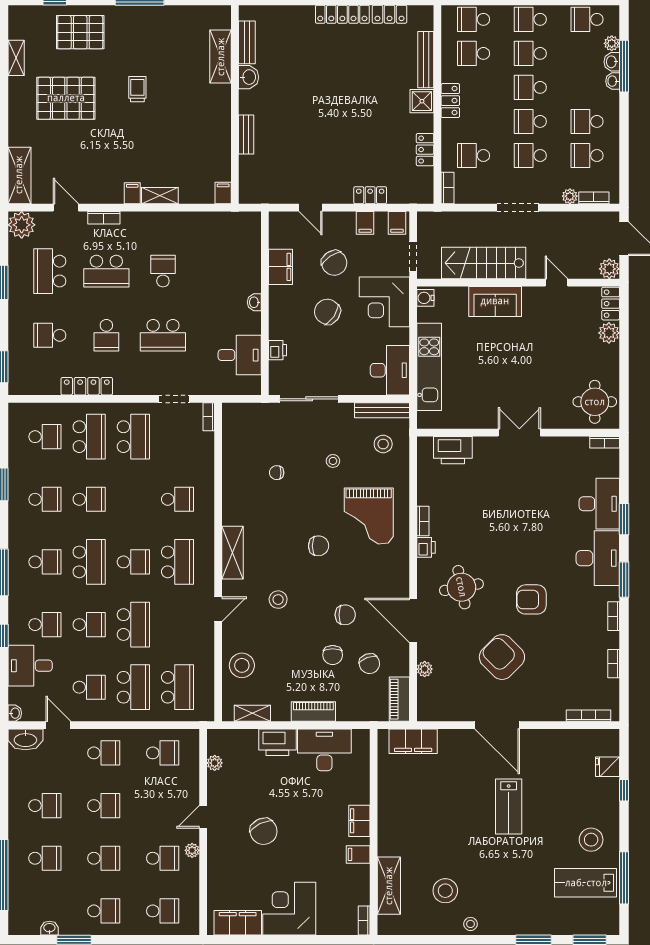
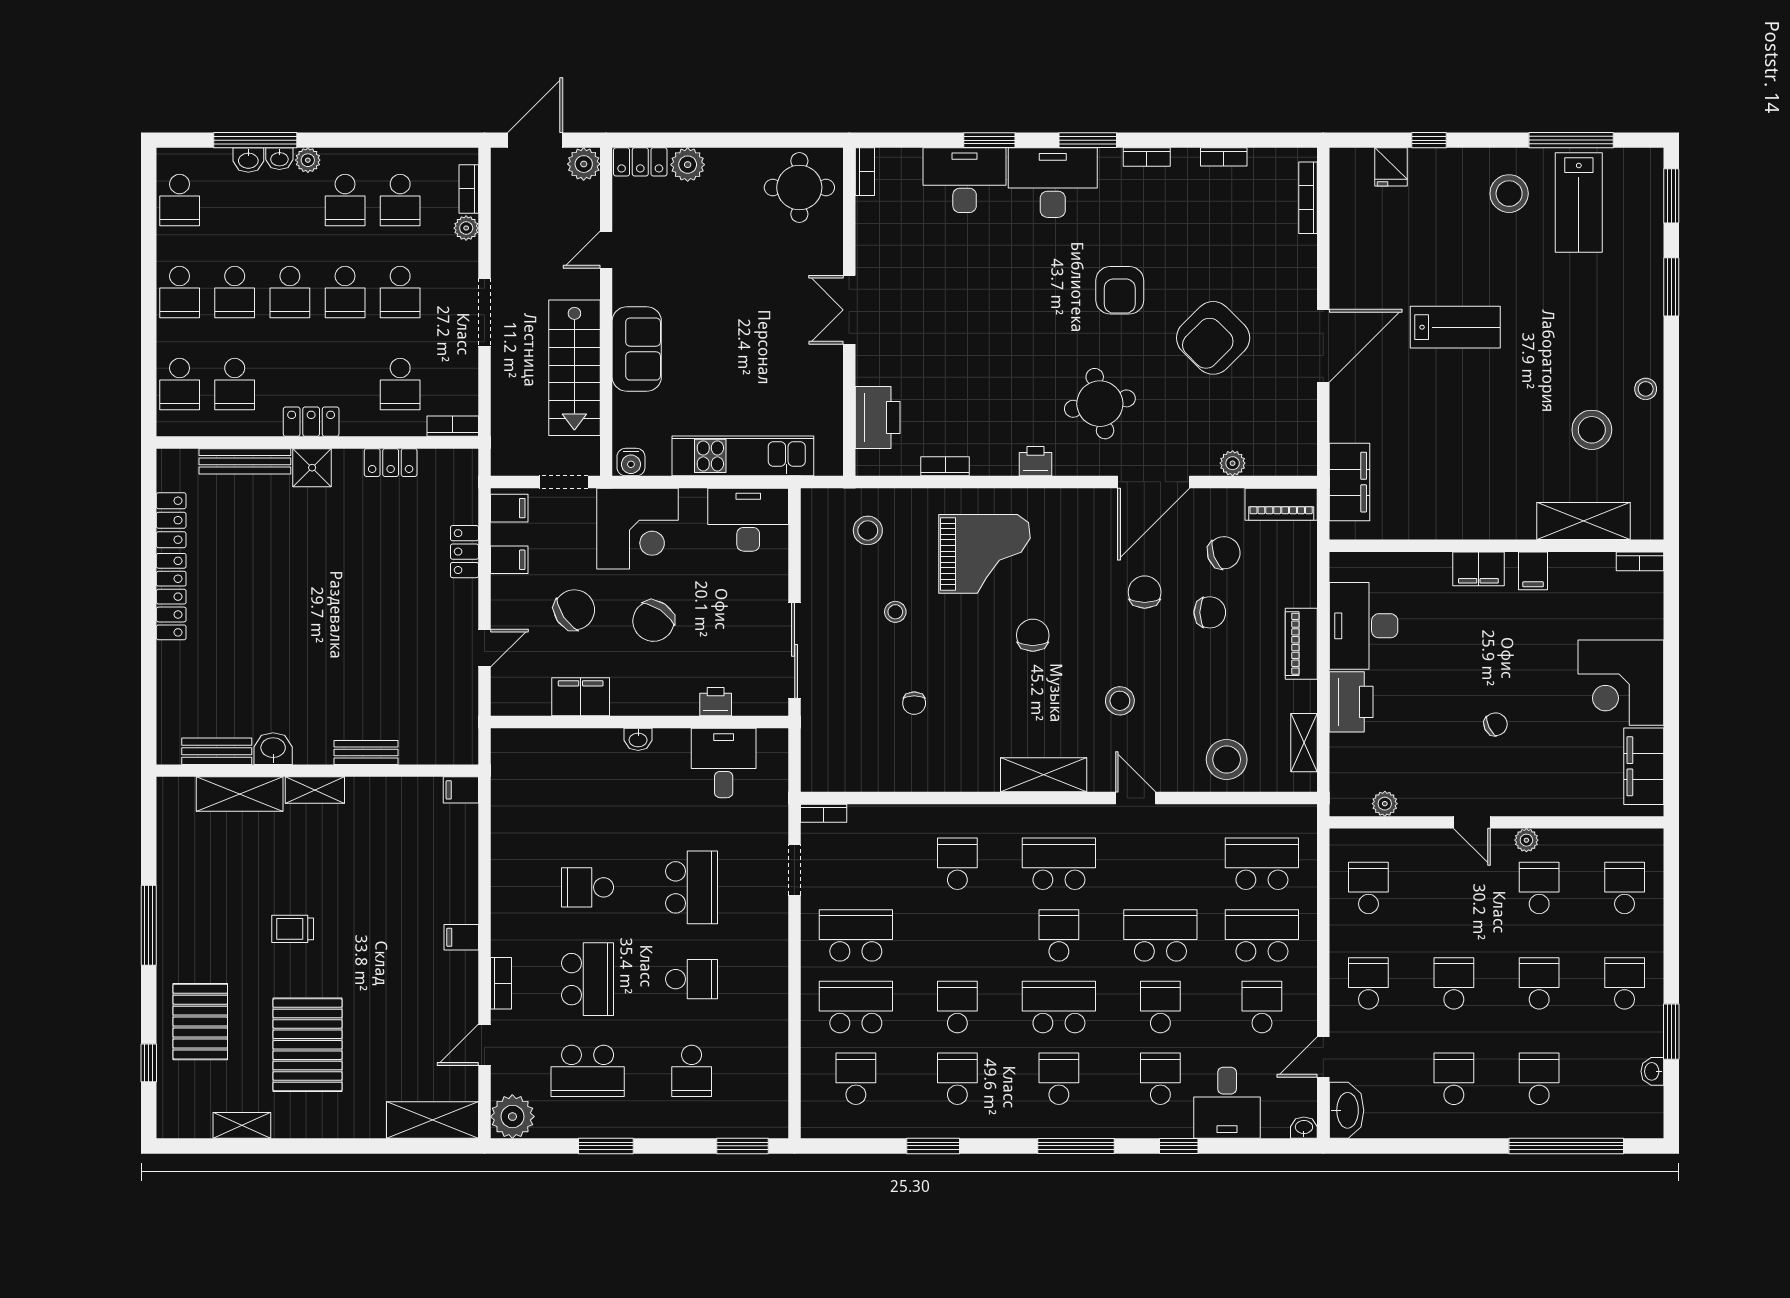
plant: (612, 43) -> (308, 160), moved
shelving: (160, 196) -> (315, 790), moved, turned 90
locker: (87, 386) -> (774, 1011), removed
bench: (382, 410) -> (813, 532), removed
bookcase: (423, 521) -> (945, 466), moved
chair: (264, 831) -> (1496, 724), width x0.54, depth x0.54

